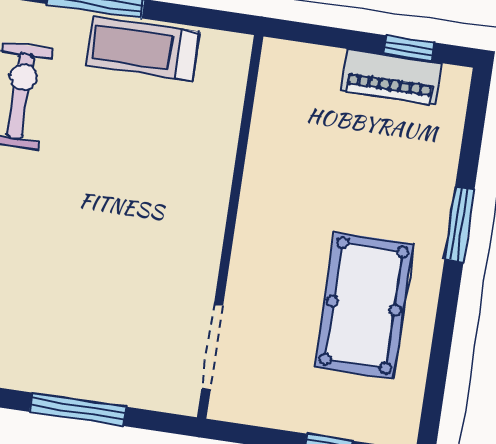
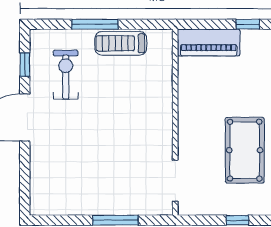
piano: (391, 77) -> (209, 42), moved, width x1.37, depth x1.33

